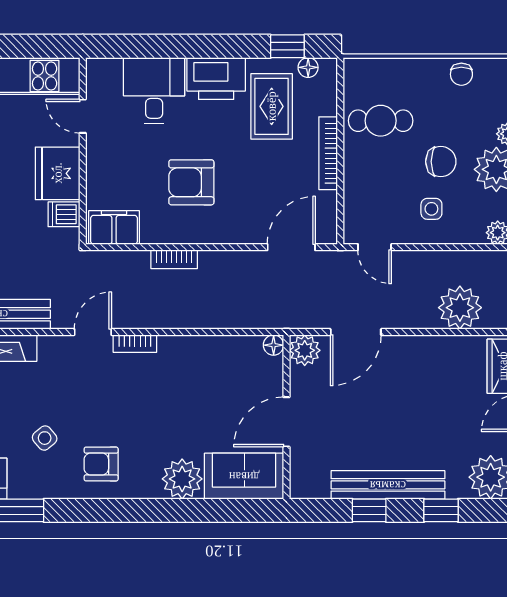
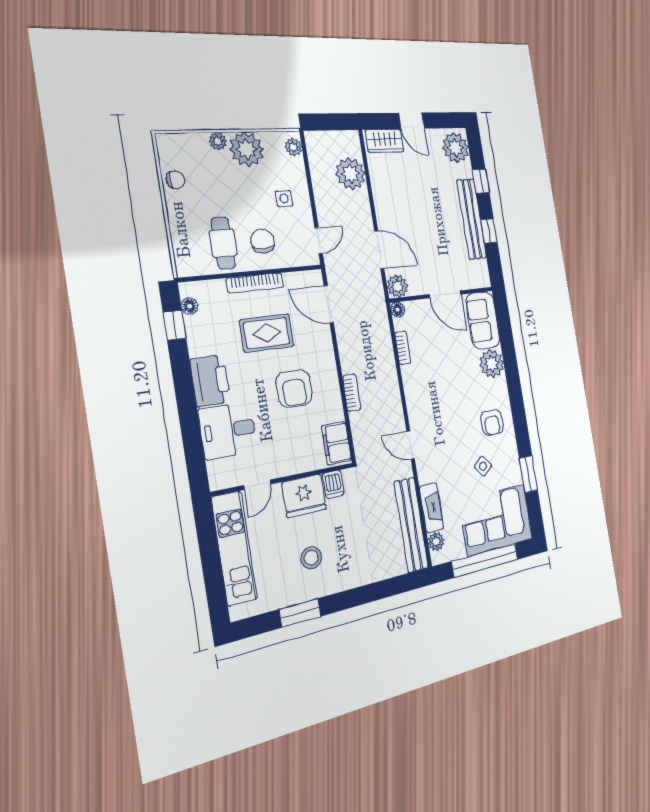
rug: (272, 106) -> (267, 333), moved
chair: (441, 162) -> (263, 241), moved
bookcase: (135, 344) -> (403, 348), moved

